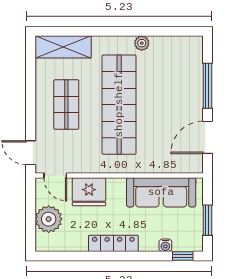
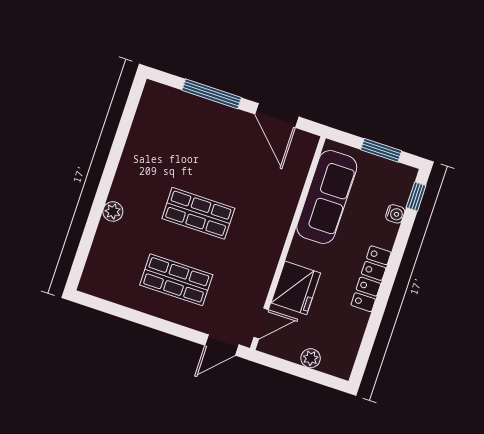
plant: (142, 43) -> (113, 211), moved
shelving: (63, 47) -> (102, 260), removed
shop shelf: (119, 105) -> (198, 213), width x0.50, depth x0.74
plant: (49, 219) -> (311, 358), width x0.53, depth x0.53

